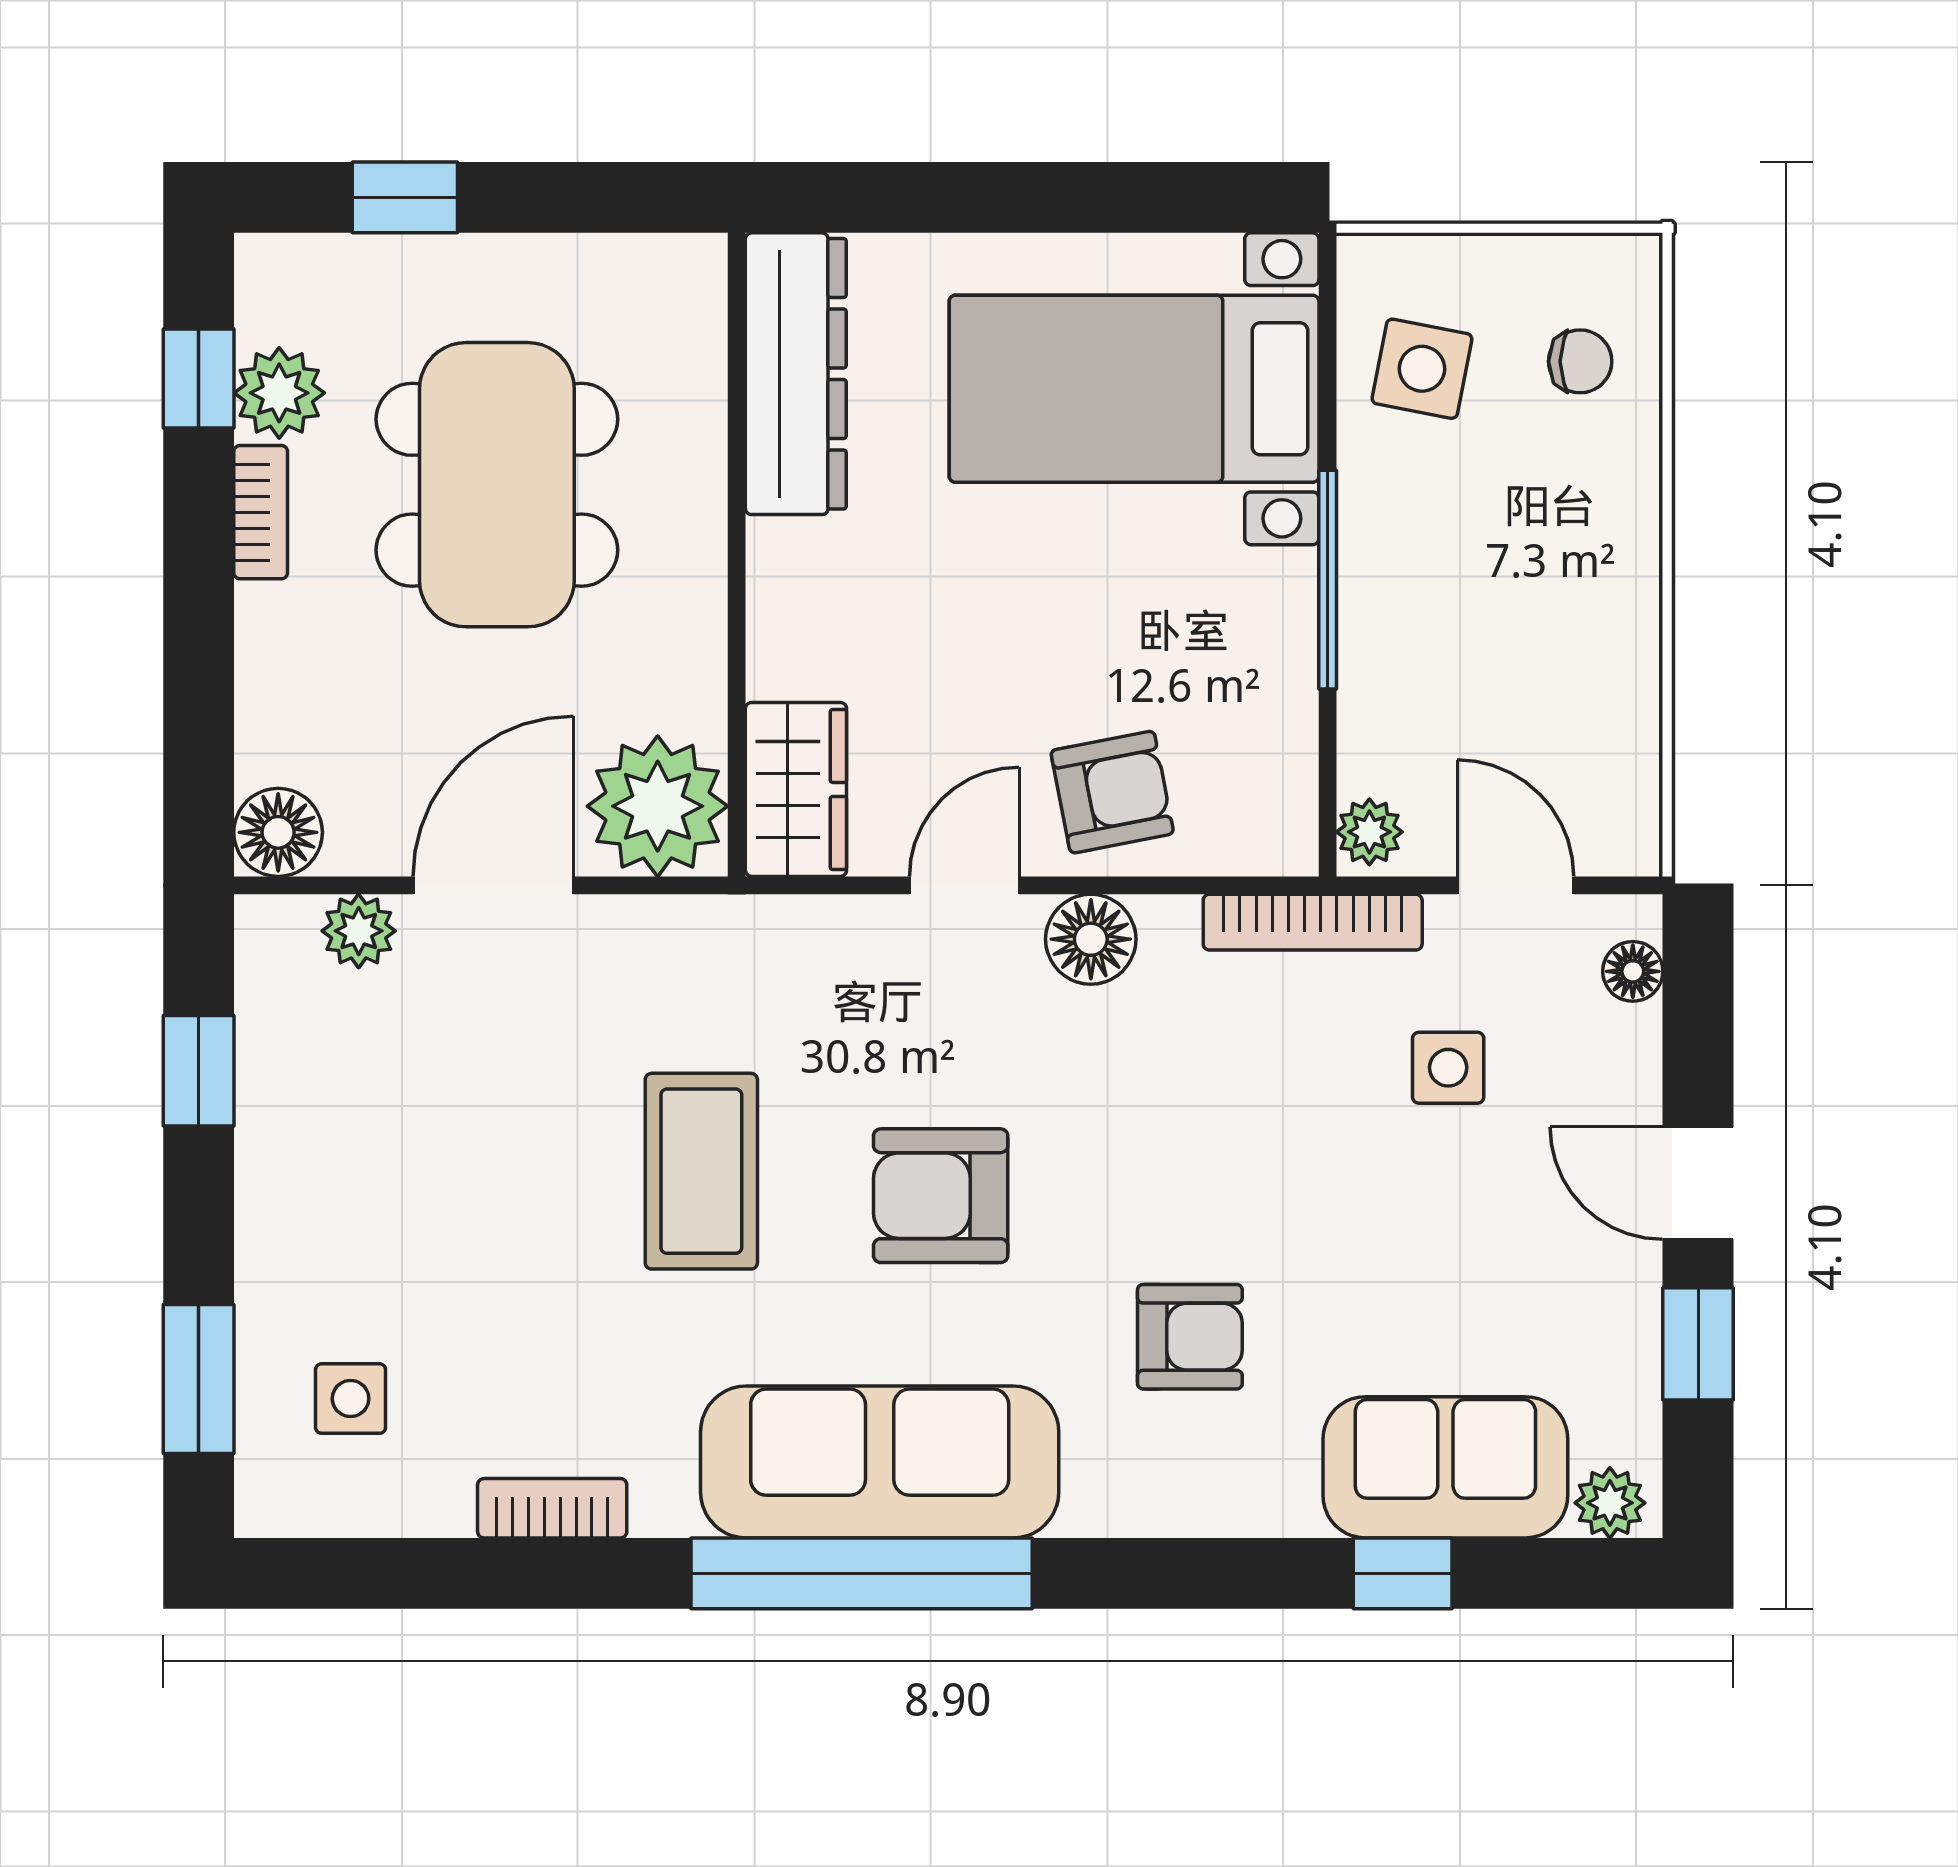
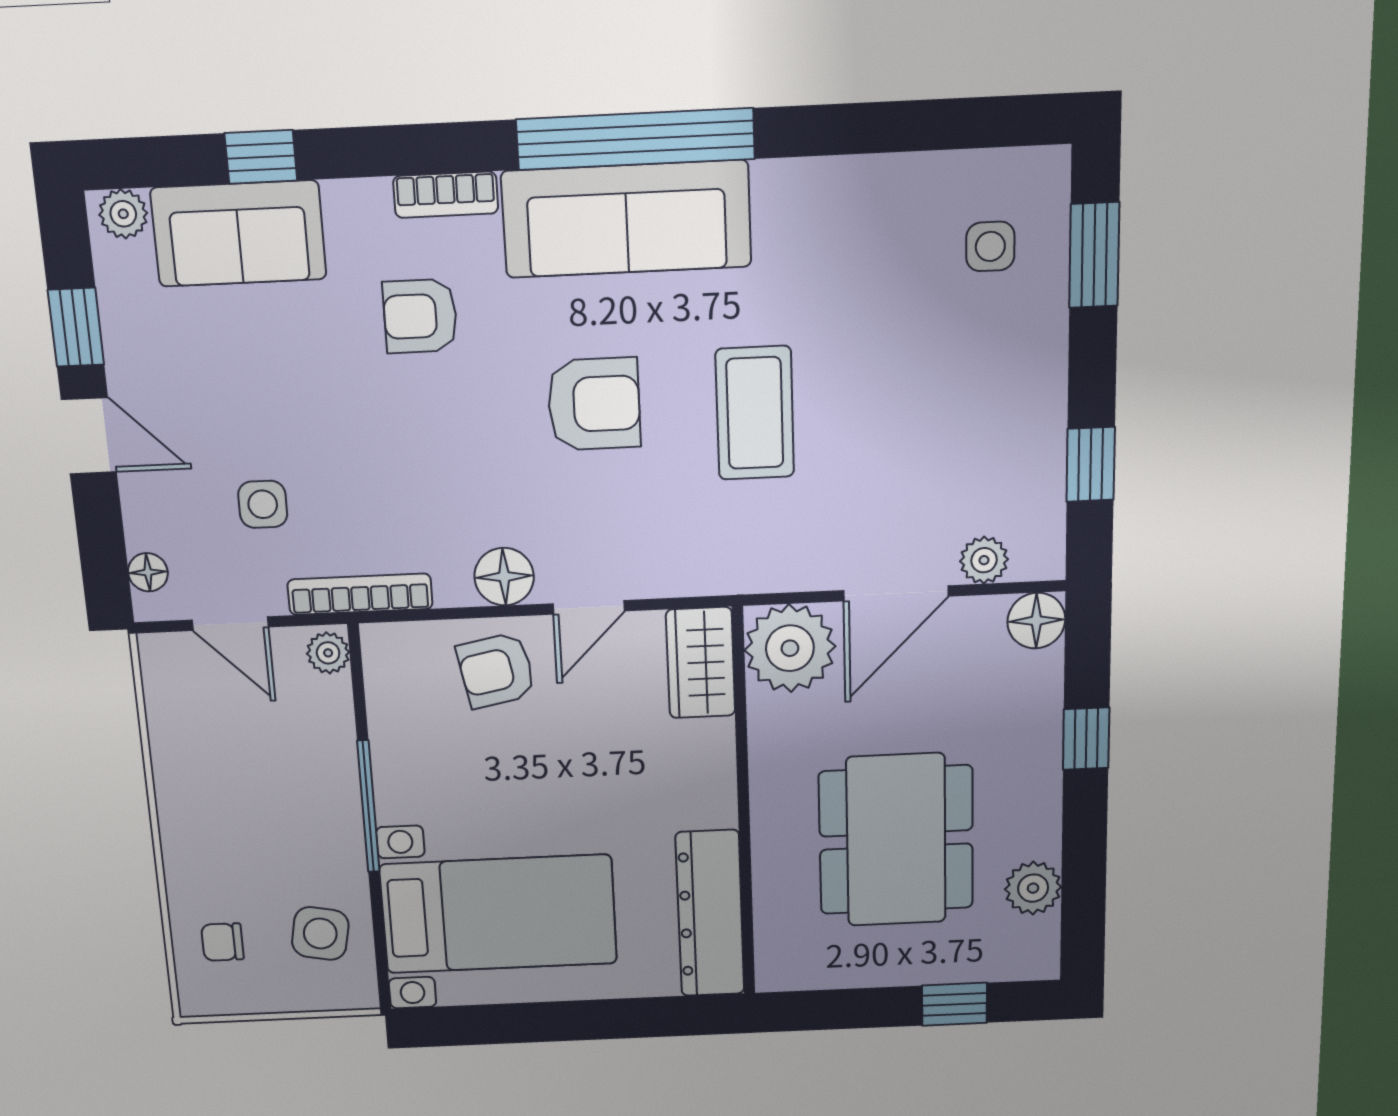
window: (199, 379) -> (1086, 739), moved
bookcase: (261, 512) -> (1045, 817), removed
bookcase: (552, 1508) -> (446, 195), moved

